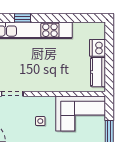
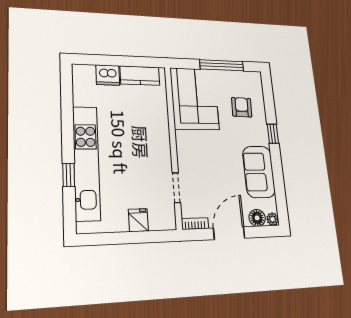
side table: (40, 121) -> (209, 150), removed

